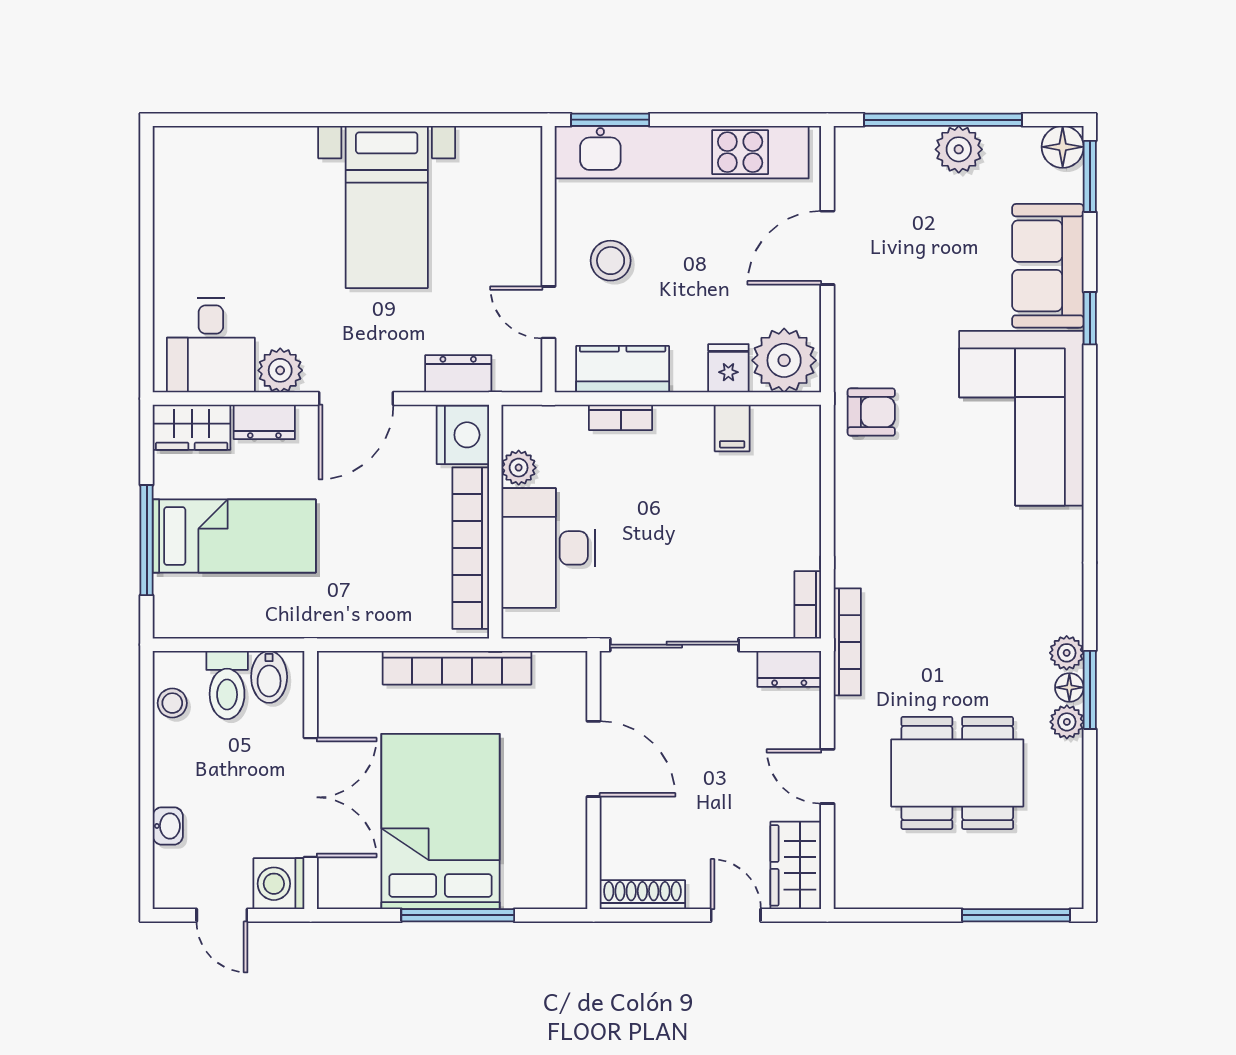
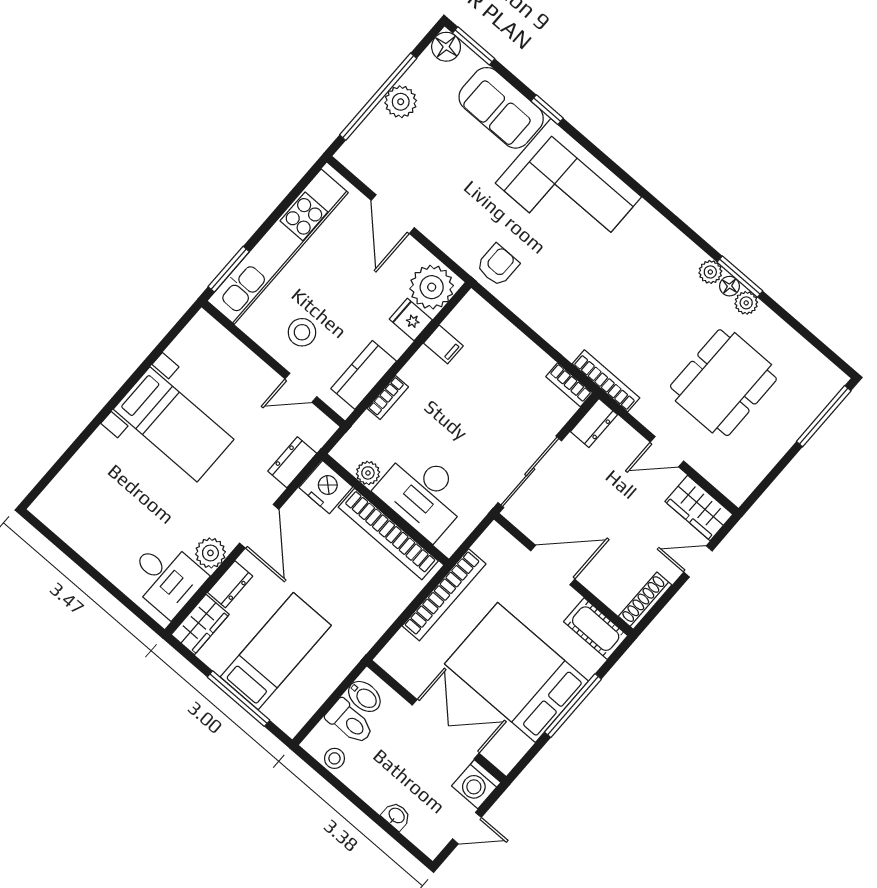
cot: (564, 867) -> (596, 629), added

